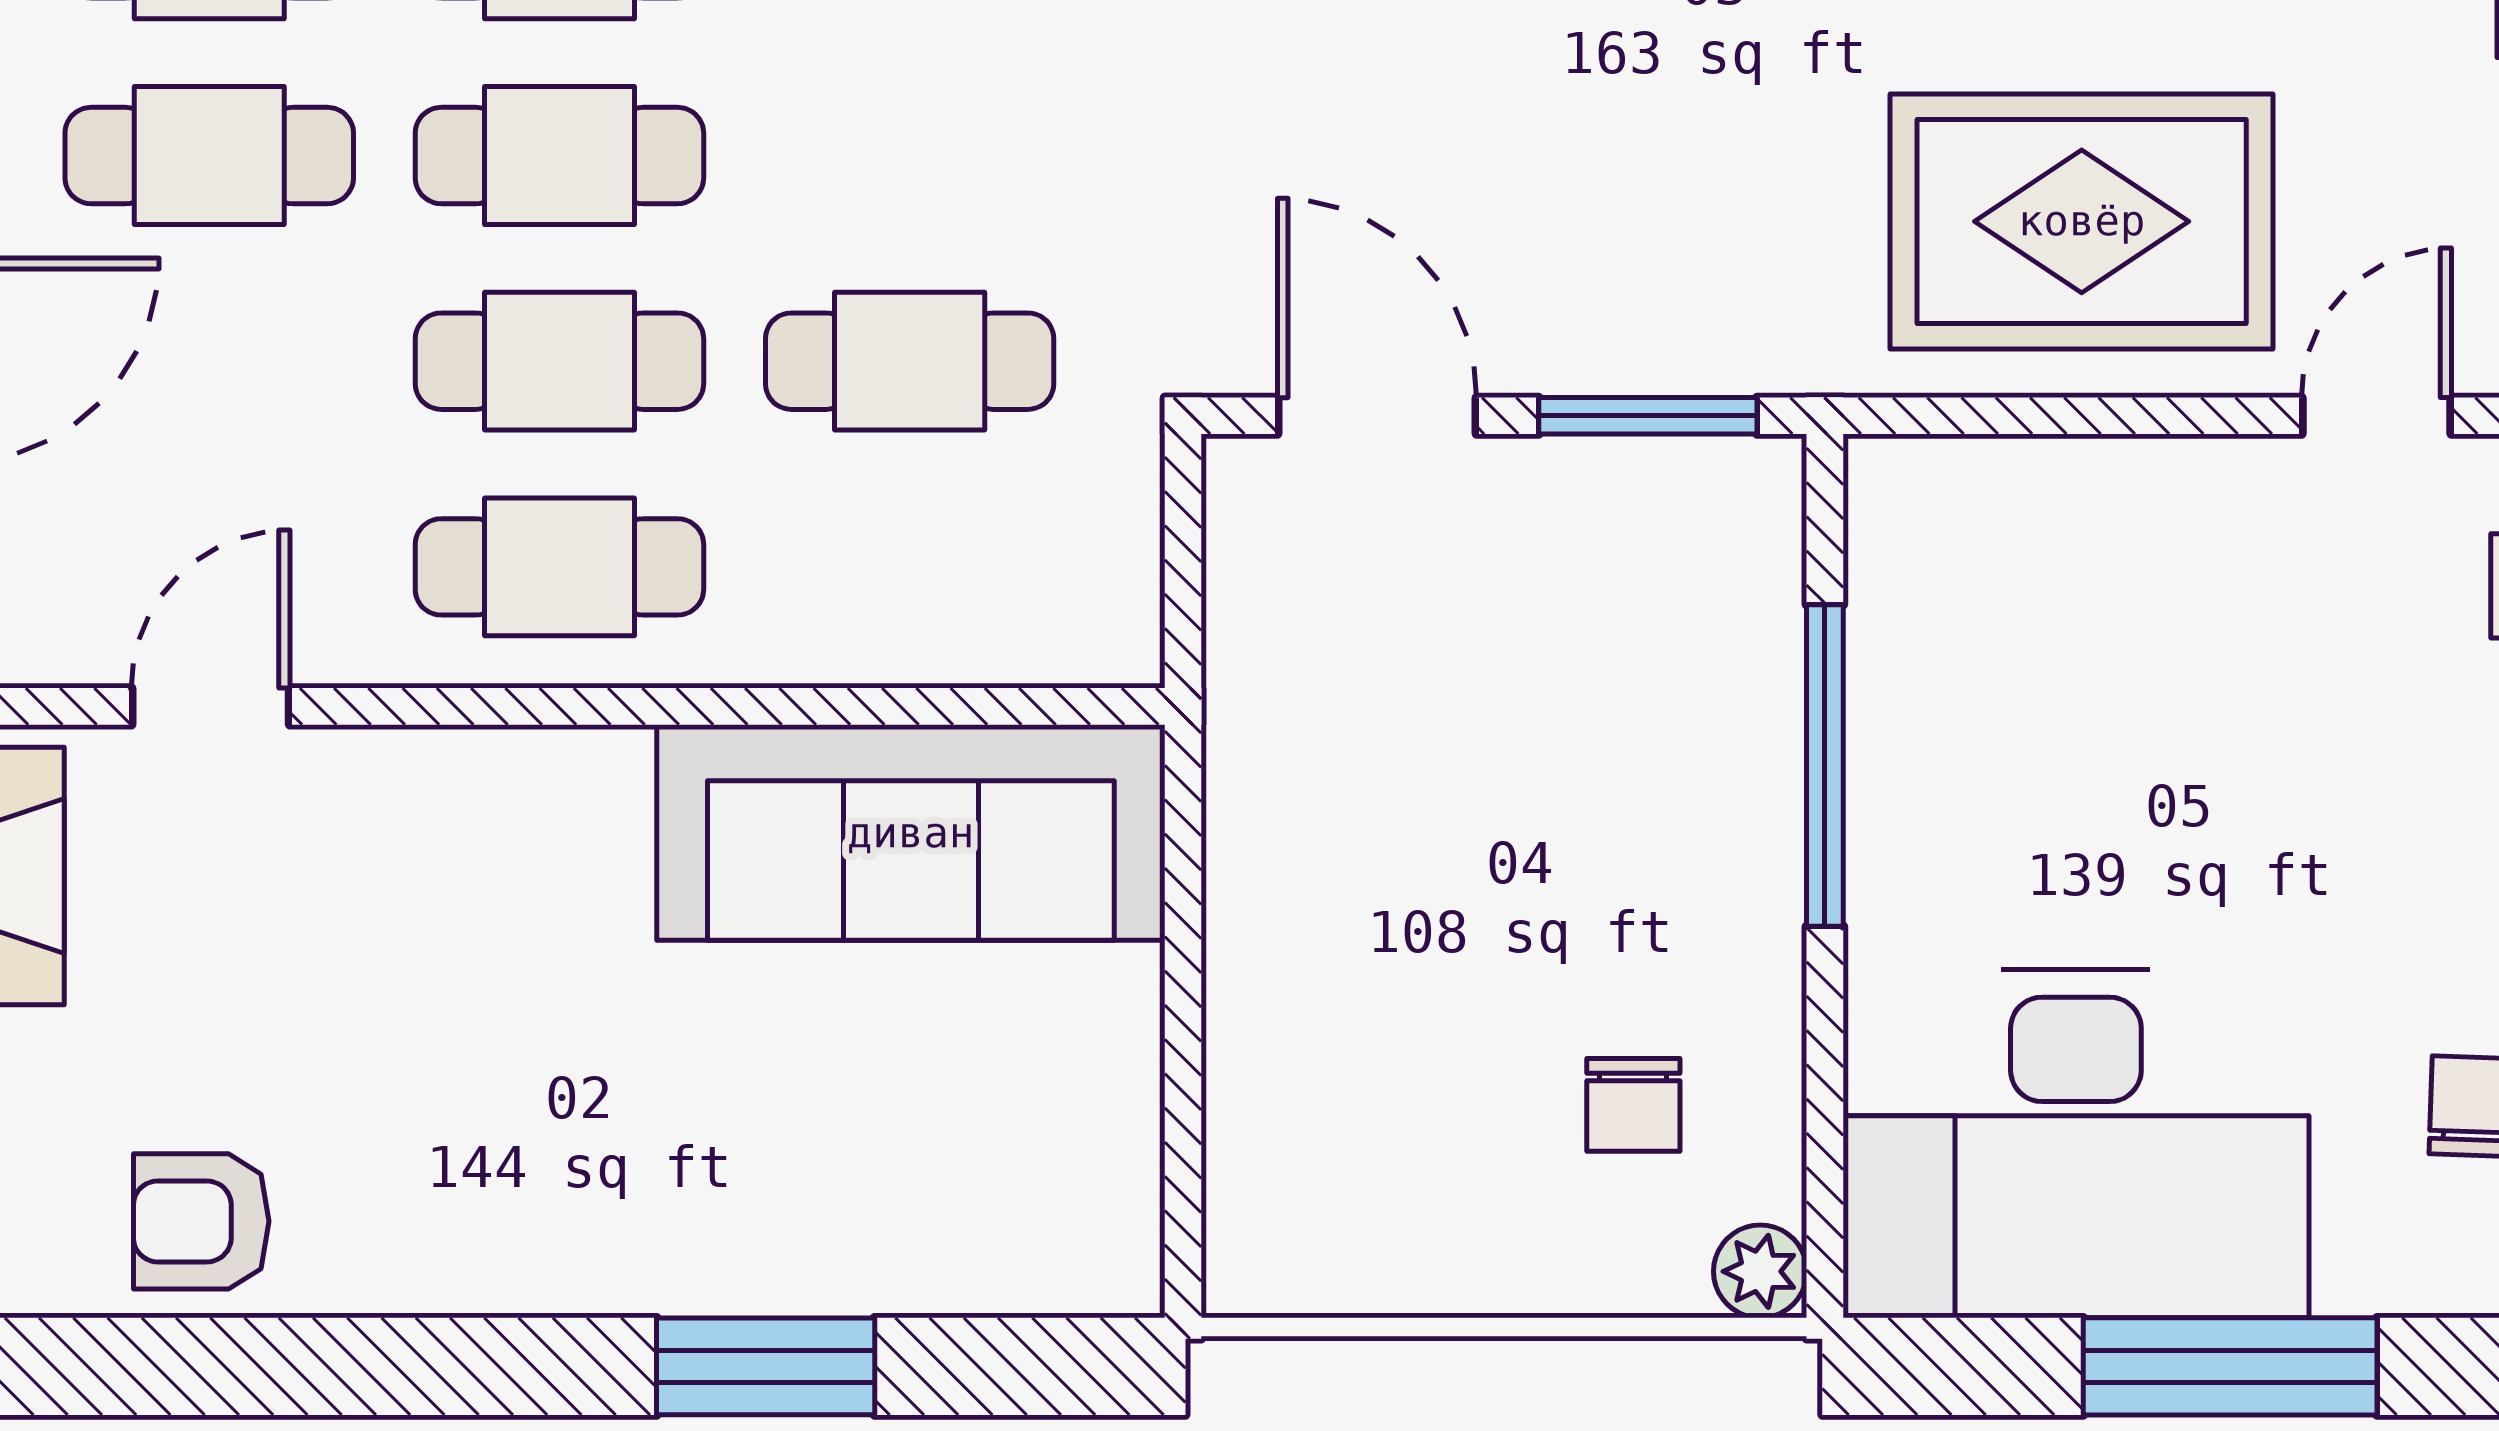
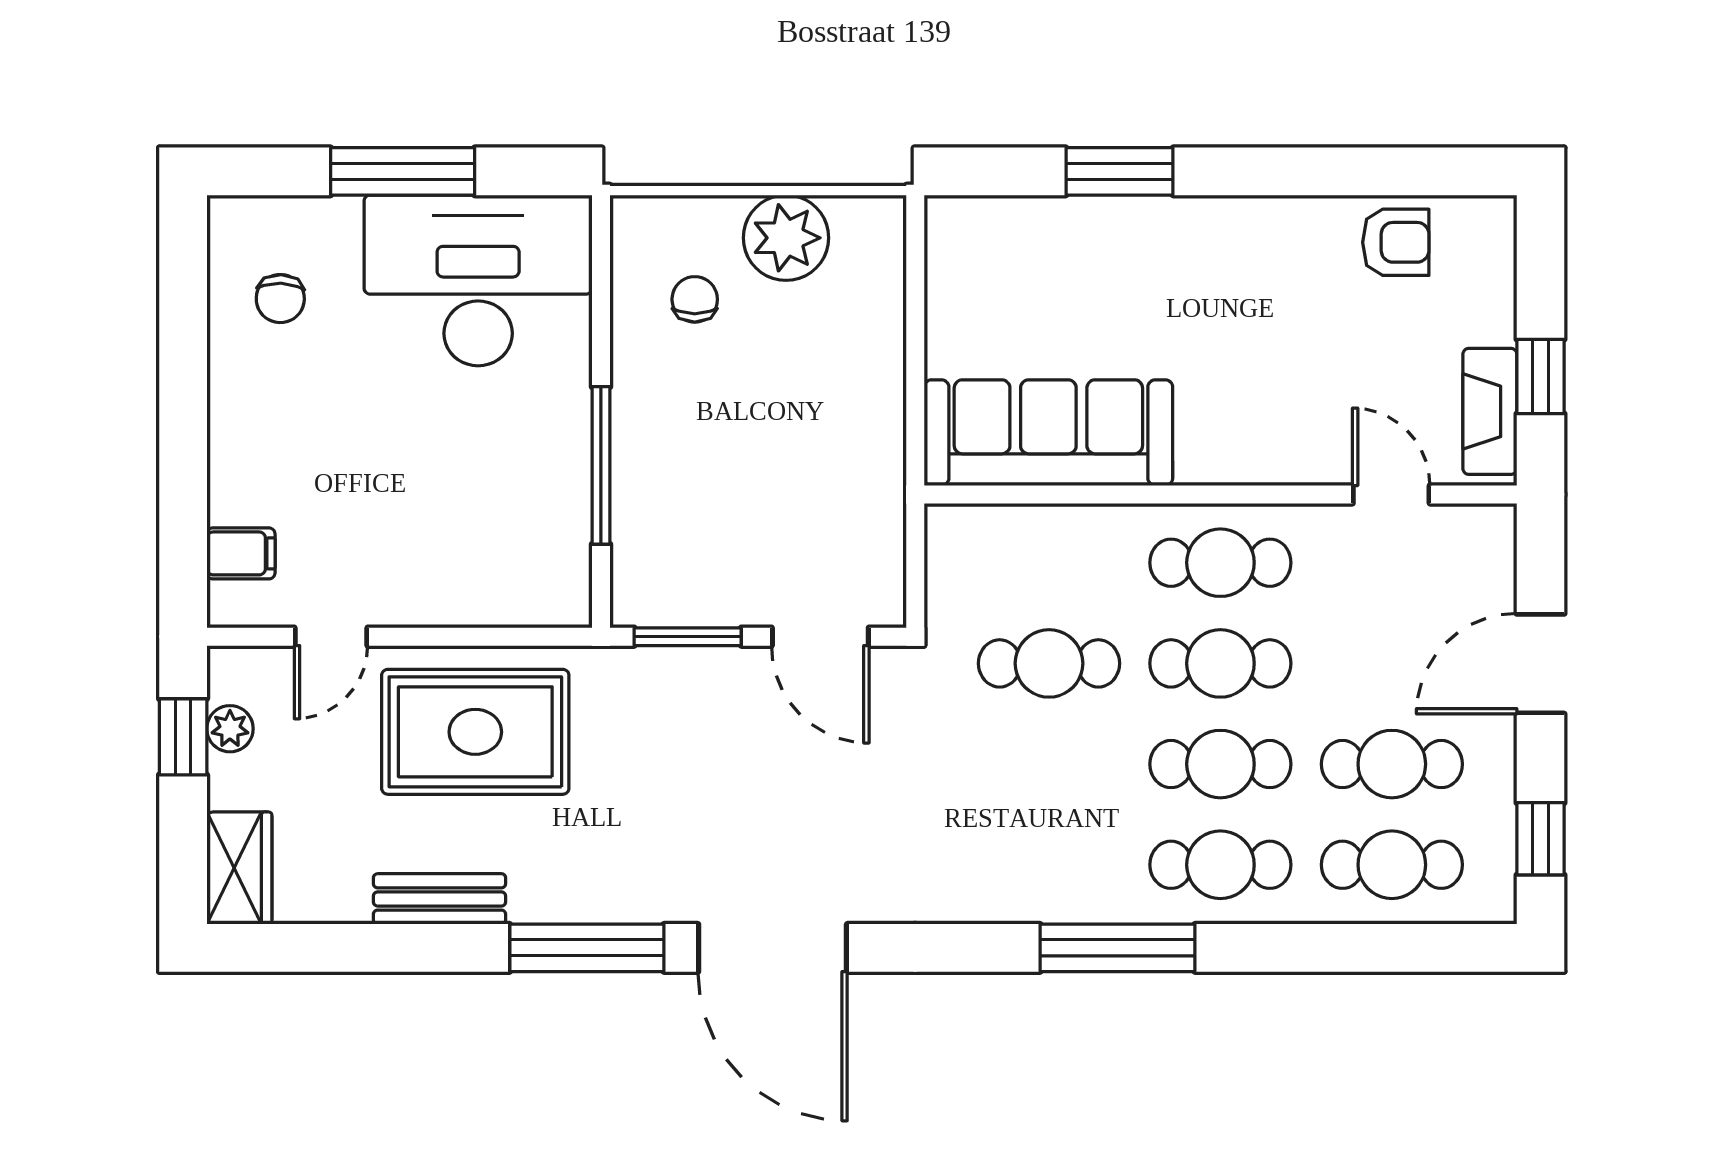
door: (211, 706) -> (1391, 494), swing flipped
plant: (1760, 1271) -> (786, 238), moved, width x1.88, depth x1.88

